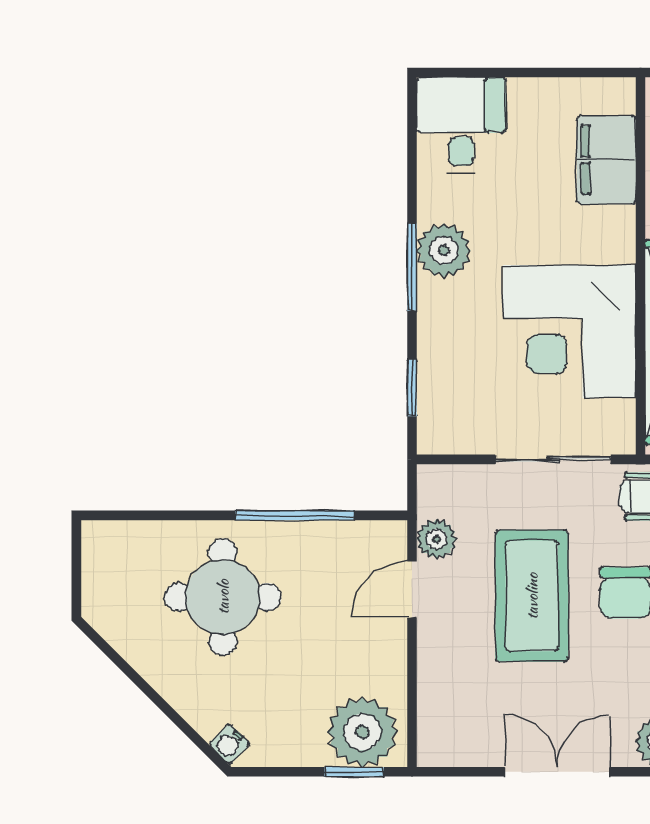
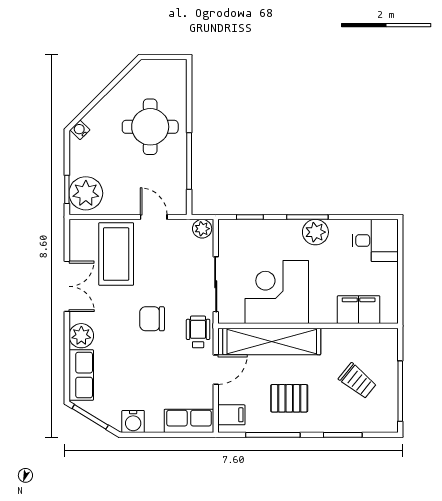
plant: (437, 539) -> (202, 229), moved
coffee table: (532, 596) -> (116, 254), moved, turned 90

